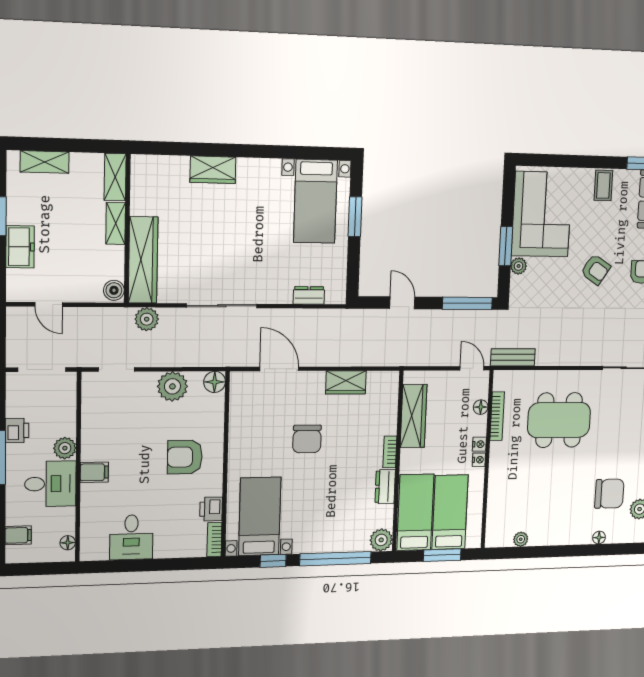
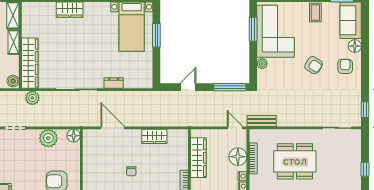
window: (506, 246) -> (253, 29), moved
dresser: (309, 295) -> (114, 83), moved
door: (402, 303) -> (188, 87), hinge flipped
floor lamp: (481, 407) -> (238, 157), width x1.89, depth x1.89
chair: (307, 439) -> (131, 171), width x0.54, depth x0.54

